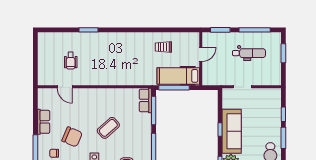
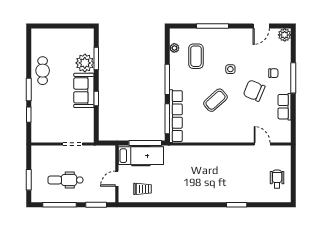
trolley: (163, 47) -> (142, 189), moved
wheelchair: (71, 61) -> (277, 179), moved
row of seats: (145, 100) -> (176, 116), width x2.02
sofa: (232, 131) -> (84, 90), width x0.73

